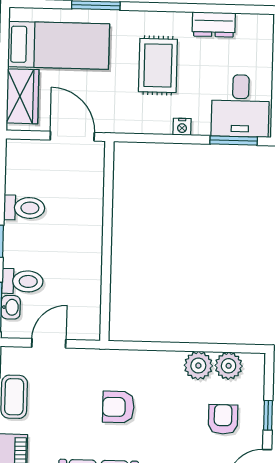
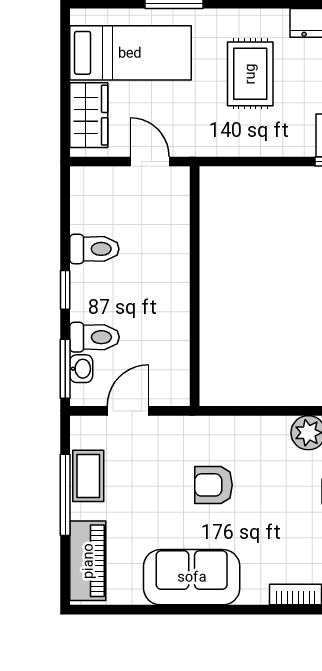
nightstand: (182, 127) -> (281, 147), removed
door: (72, 136) -> (150, 161), width x0.73

